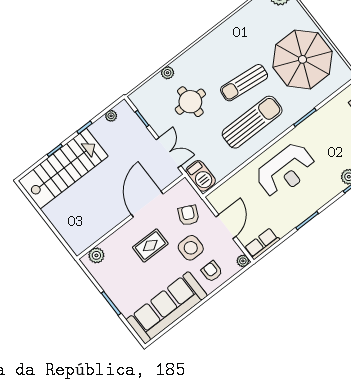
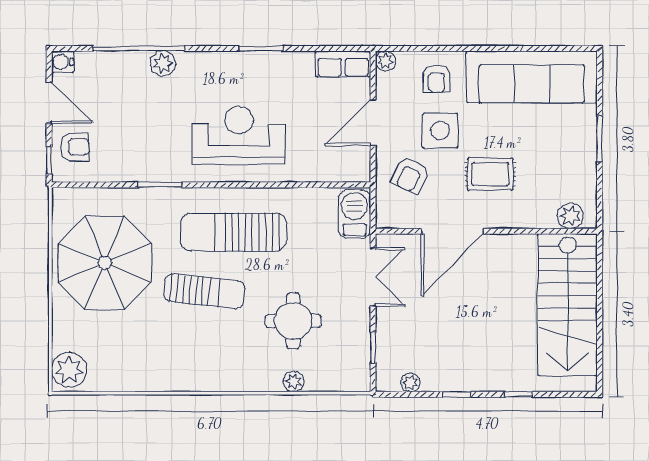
double door: (168, 153) -> (373, 277), swing flipped
stairs: (63, 169) -> (567, 305), moved, turned -90

